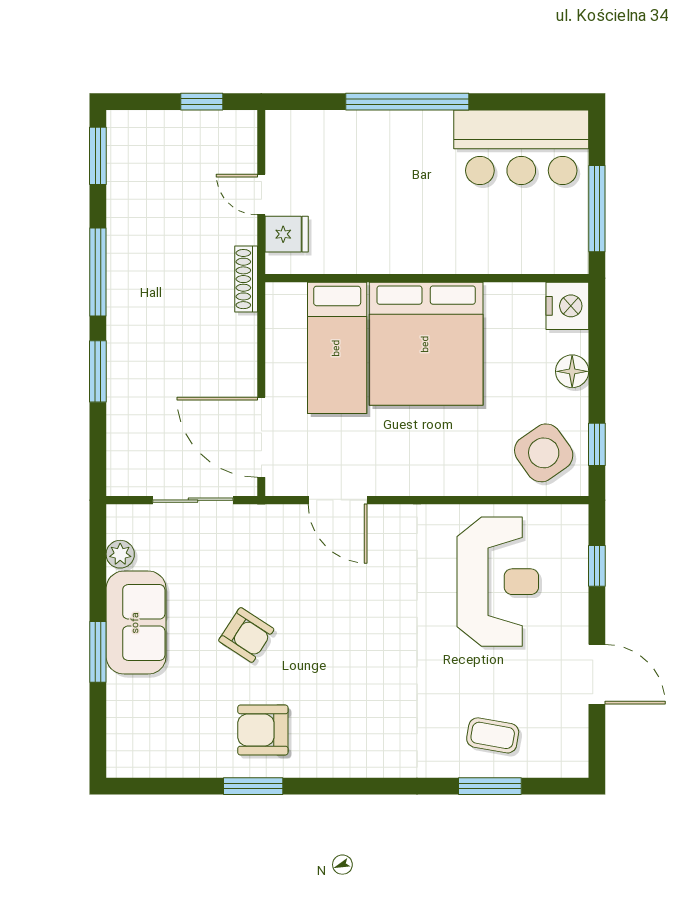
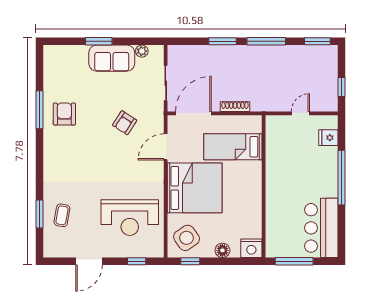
fridge: (287, 234) -> (328, 138), moved, turned 90
shoe rack: (246, 279) -> (235, 107), moved
bed: (426, 344) -> (195, 188), moved, turned 180
armchair: (246, 635) -> (125, 123), moved
window: (253, 786) -> (40, 110), width x1.44

